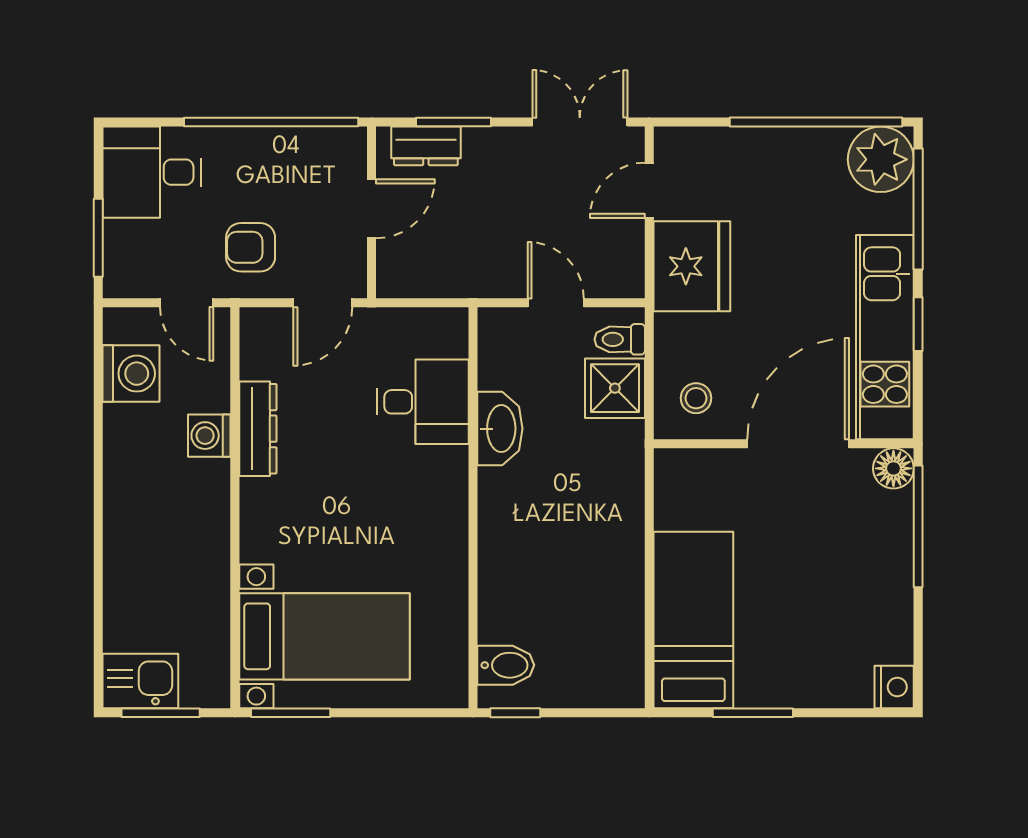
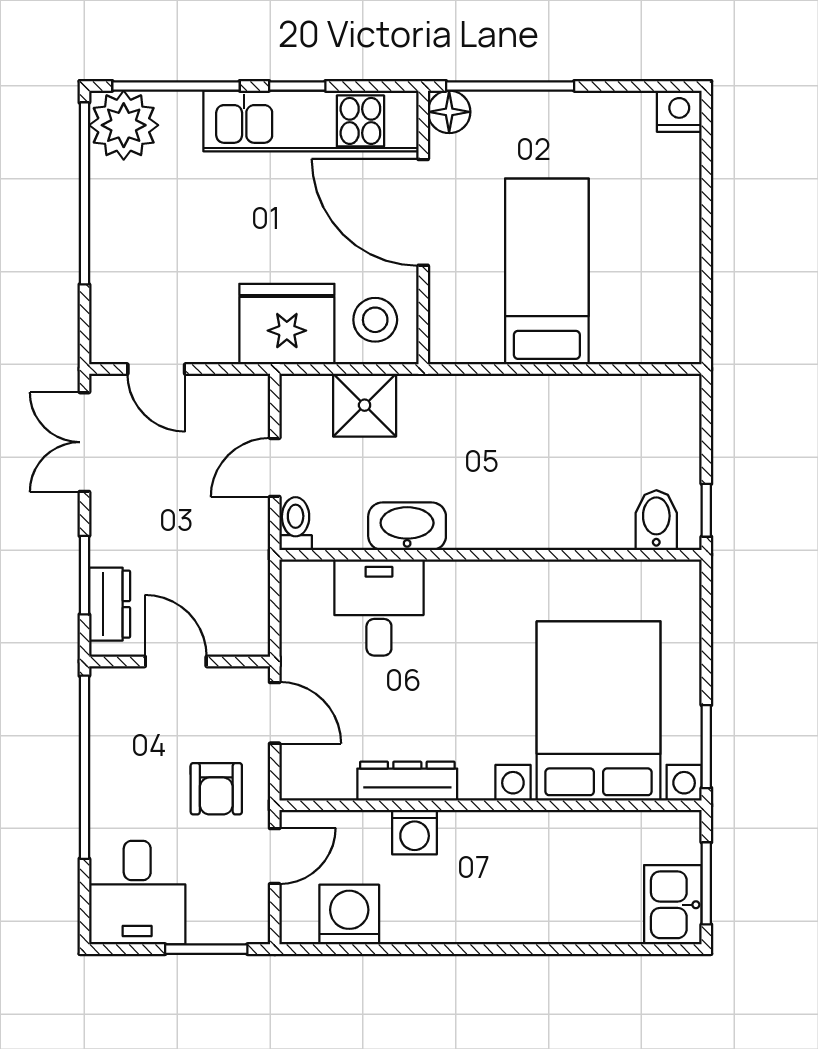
fridge: (692, 266) -> (287, 324), moved
toilet: (620, 339) -> (296, 524), moved, turned 180
stool: (696, 398) -> (375, 320), width x1.37, depth x1.37
bed: (693, 620) -> (547, 271), moved, turned 90
bed with nightstands: (324, 636) -> (599, 711), width x1.36
window: (753, 713) -> (706, 260), removed

